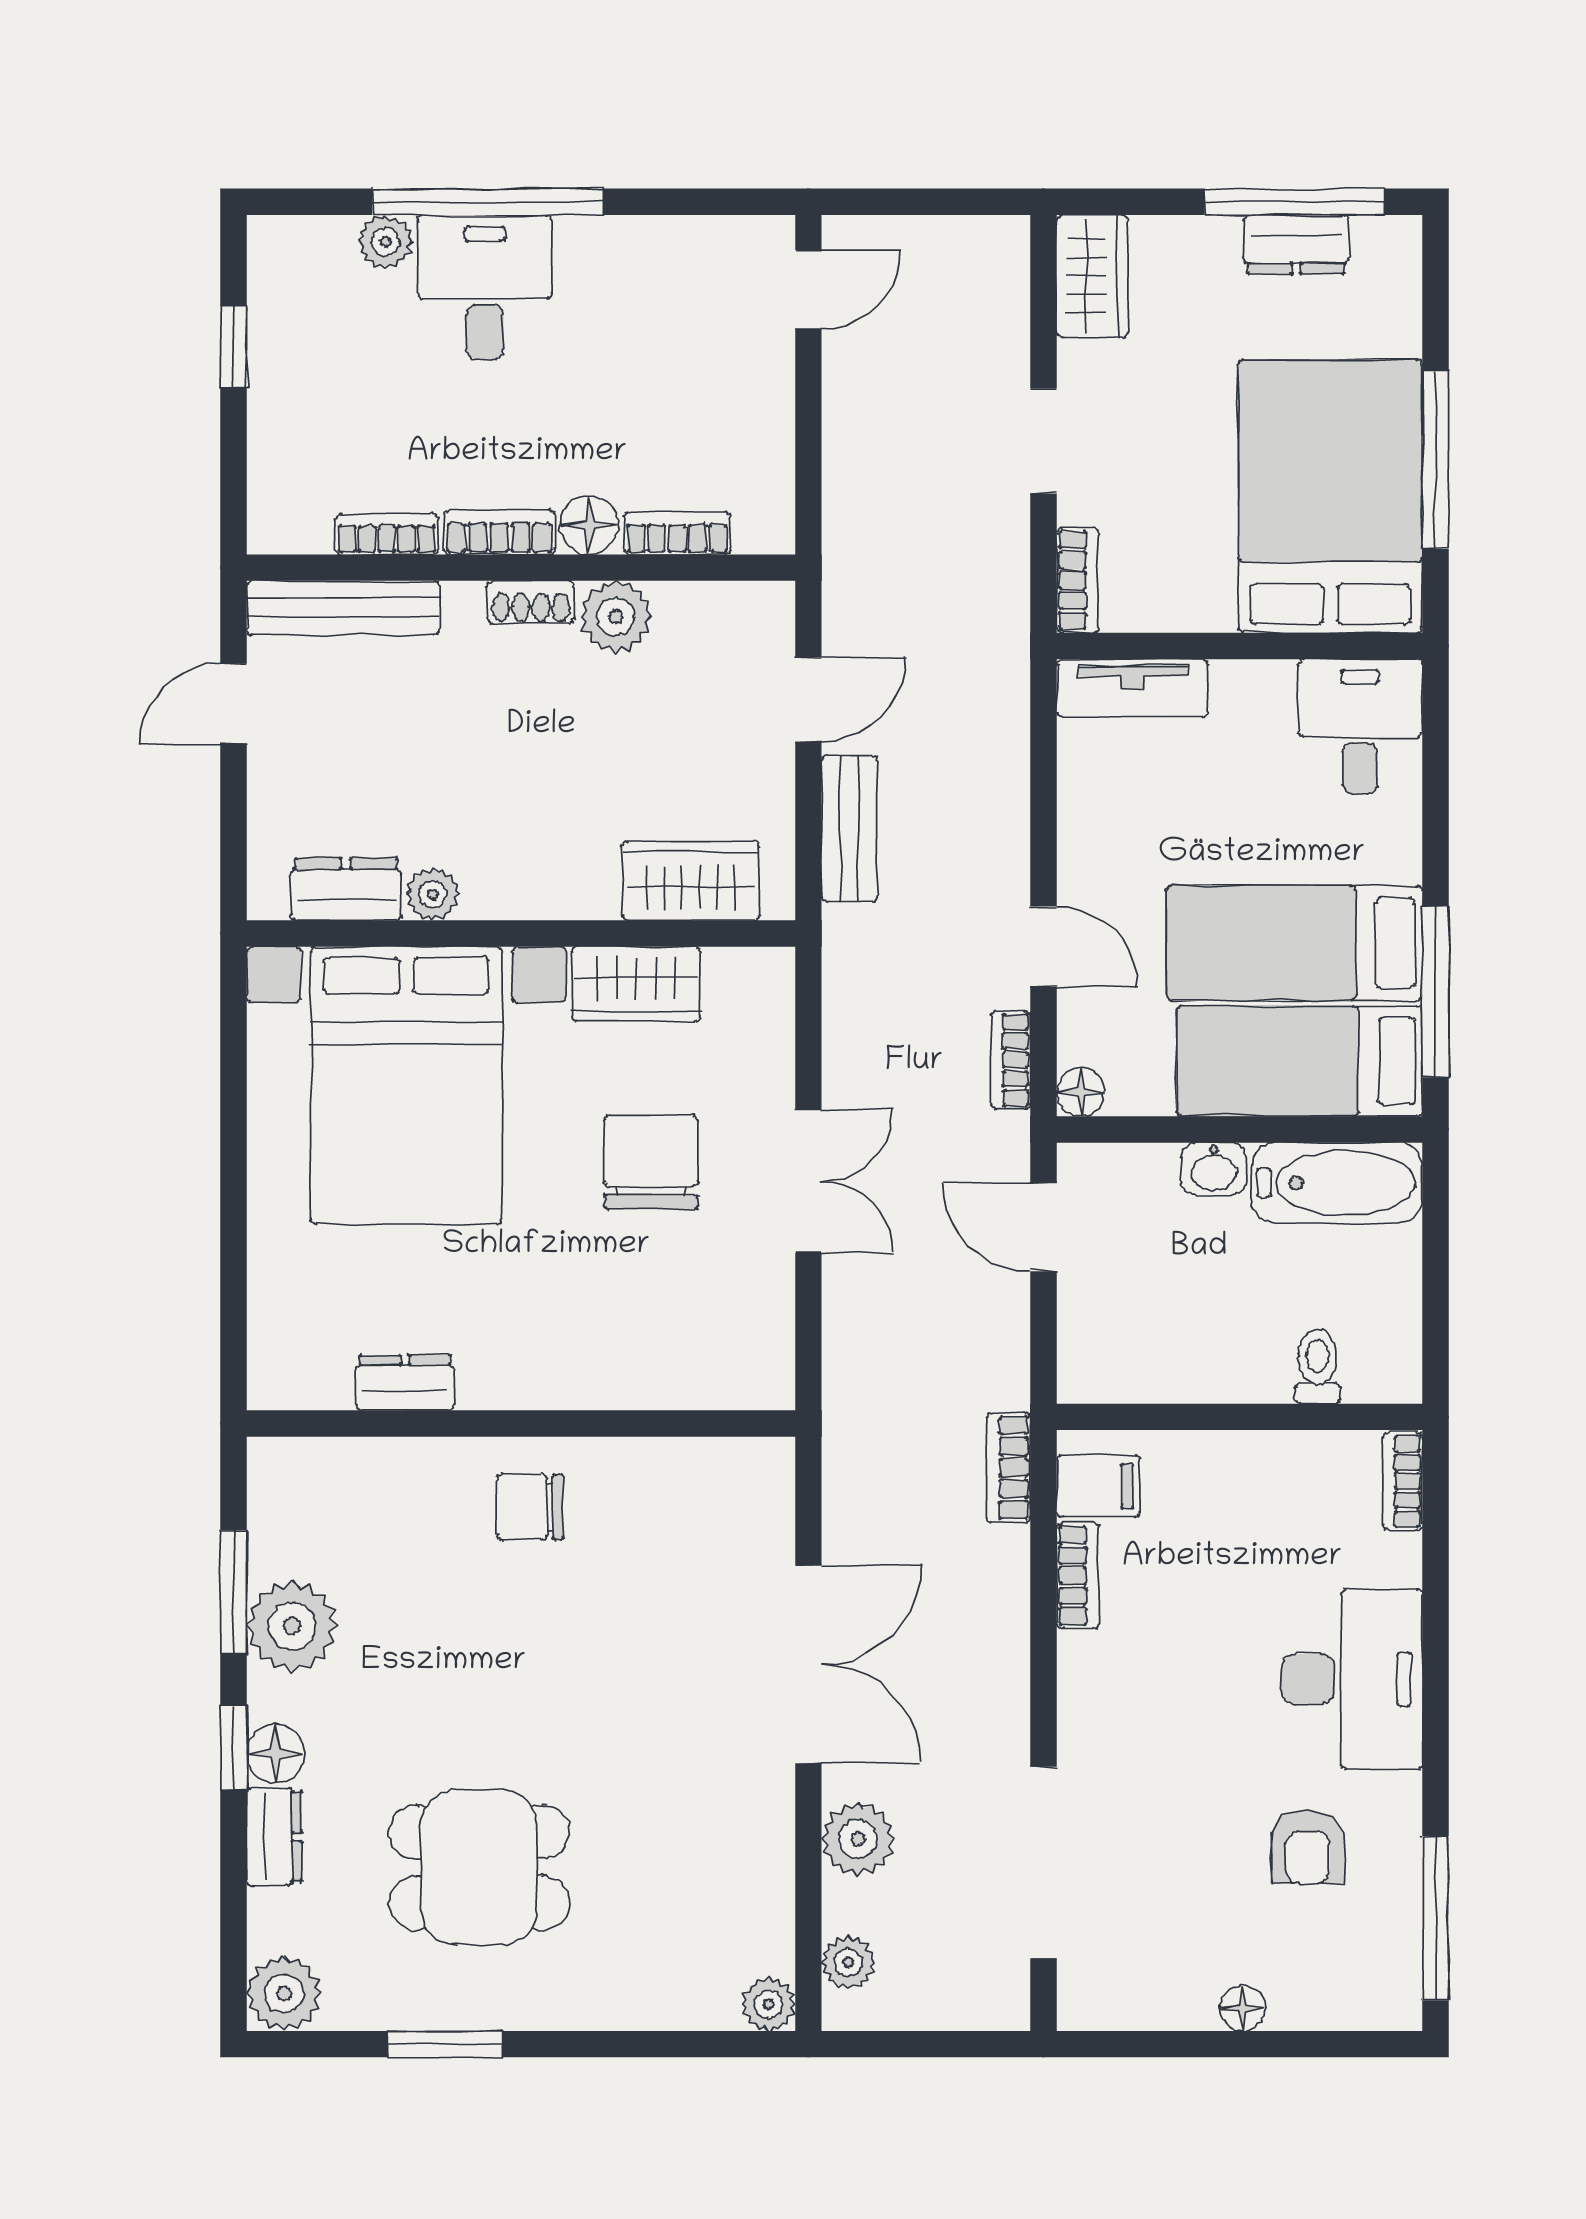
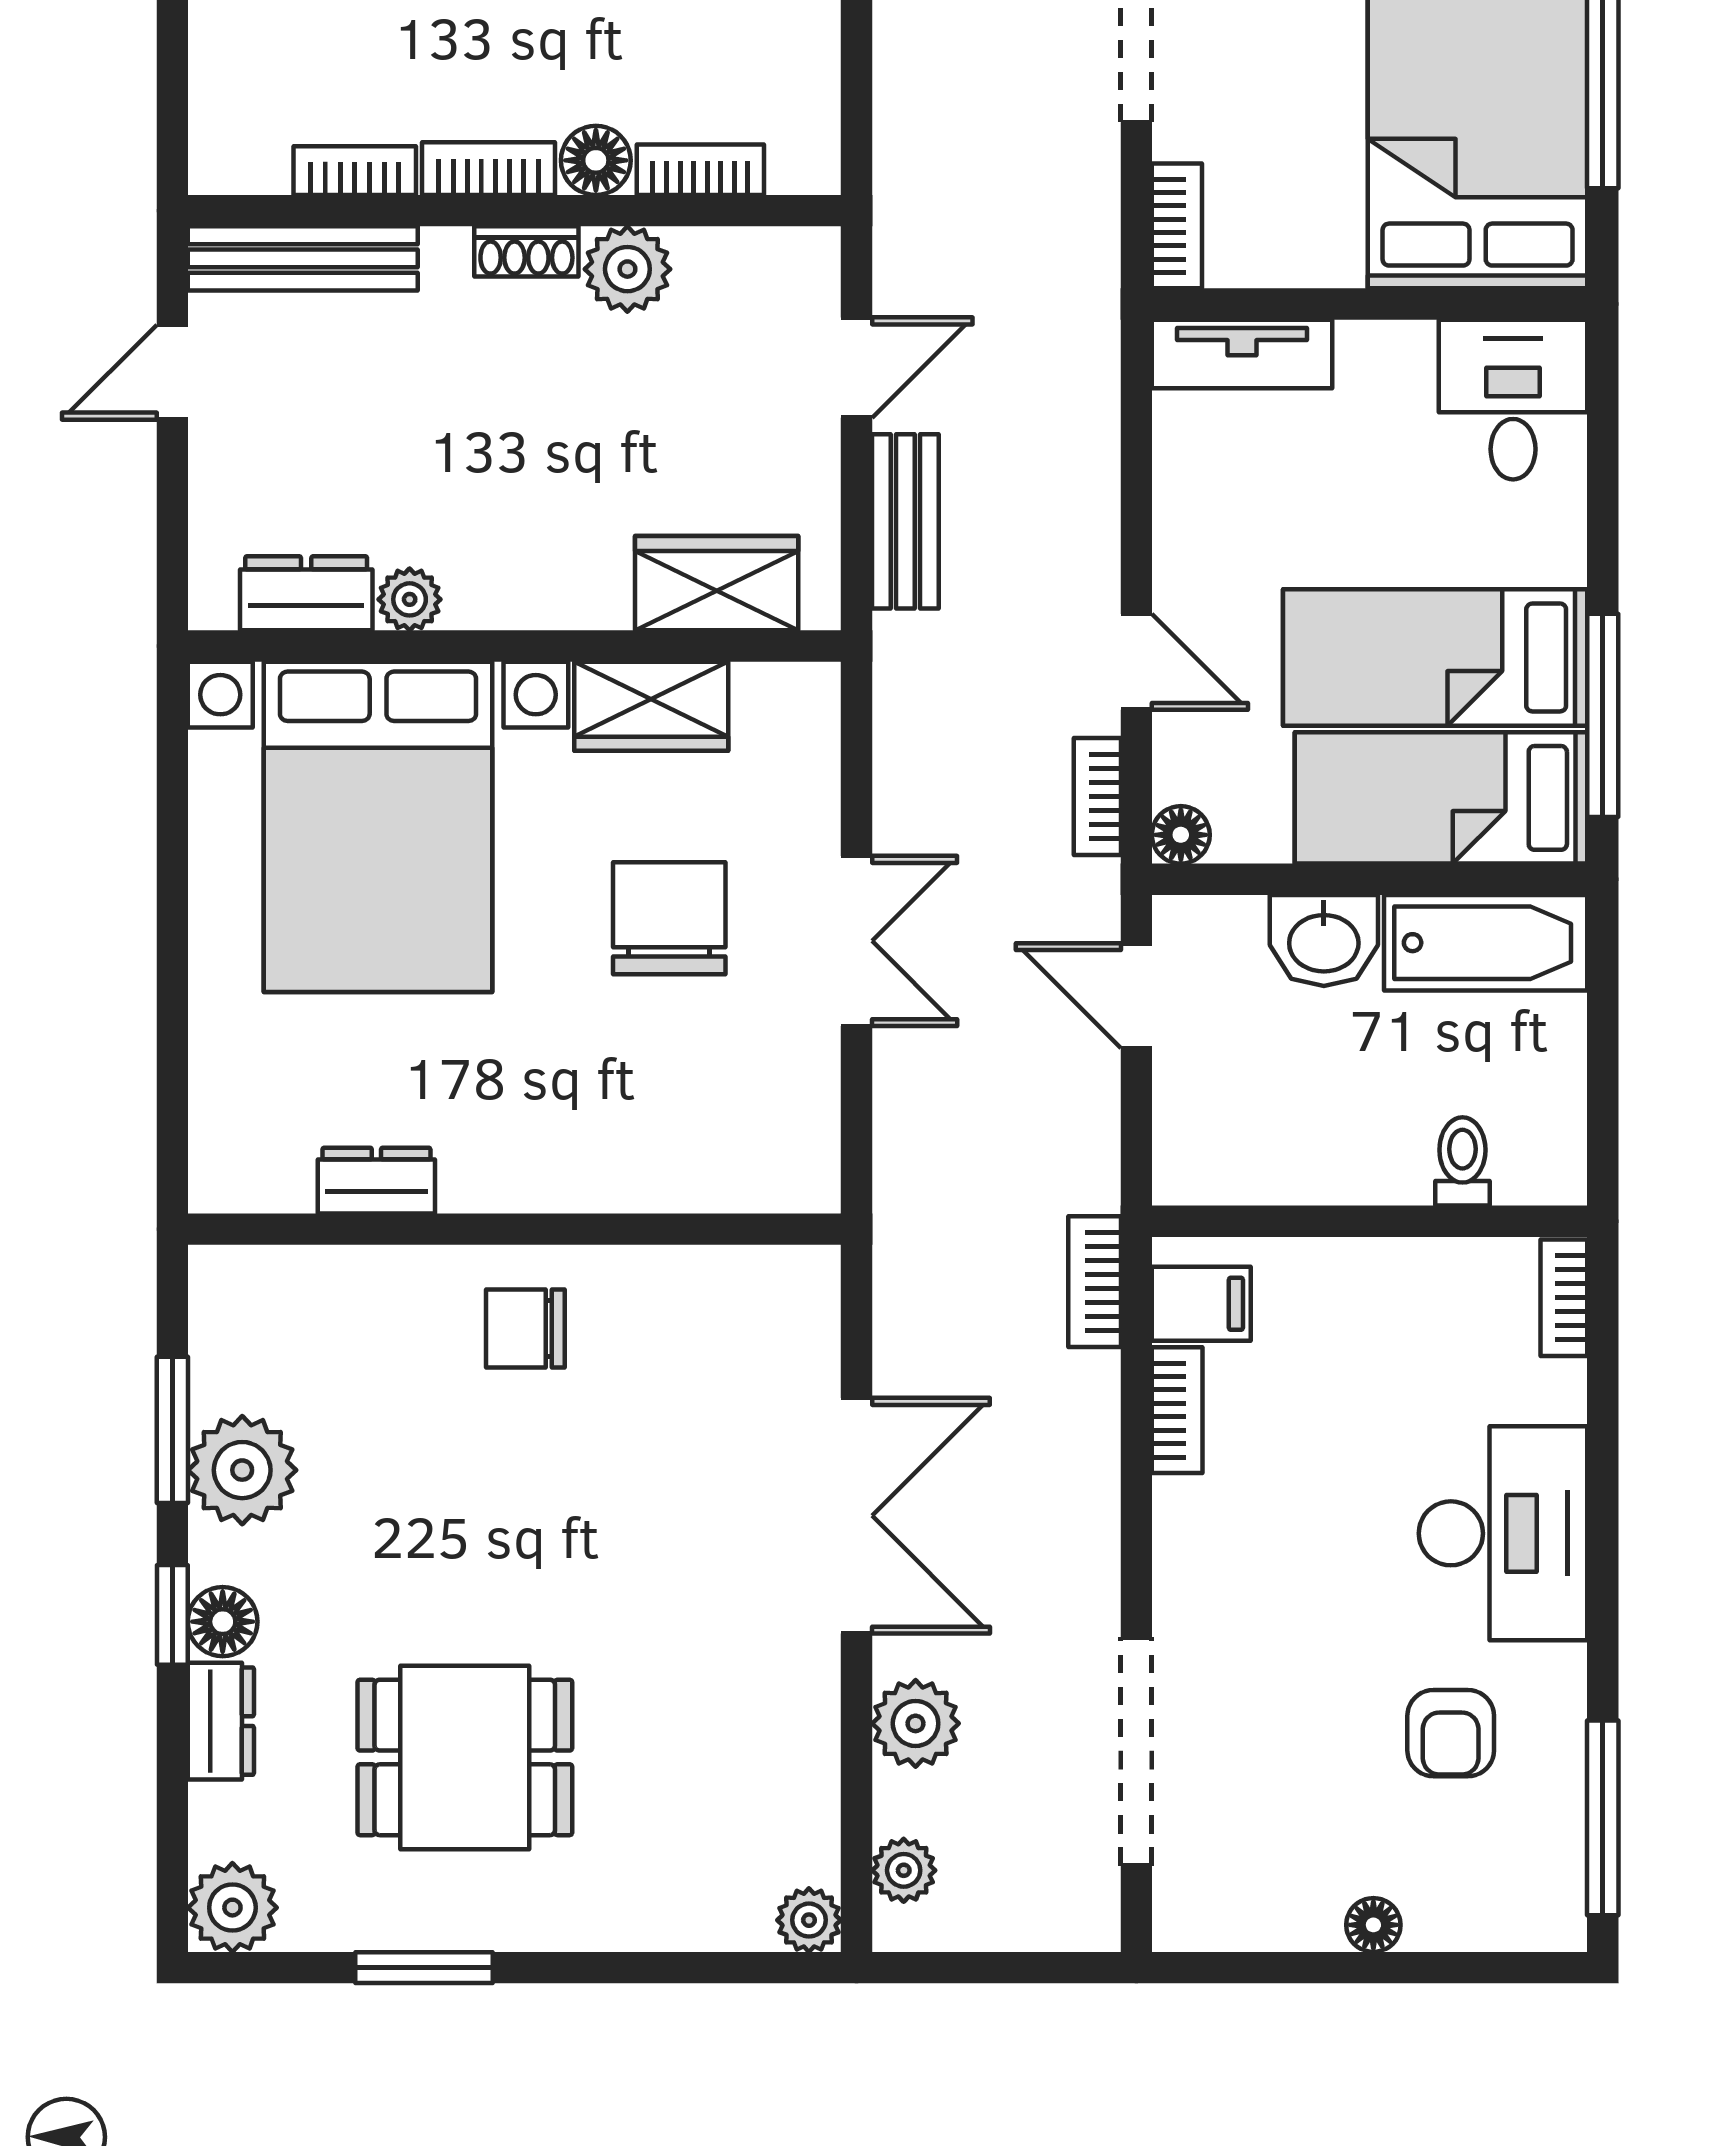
washbasin: (1214, 1169) -> (1324, 941), width x1.38, depth x1.45

